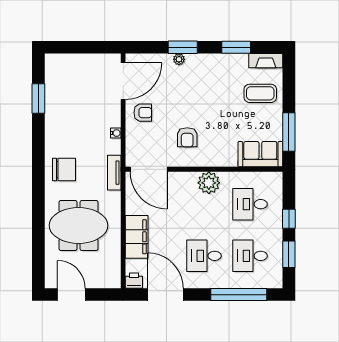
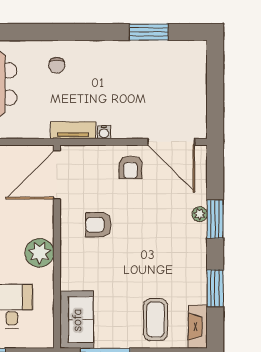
chair: (64, 170) -> (57, 65), width x0.54, depth x0.54
tv unit: (114, 173) -> (73, 130), moved

